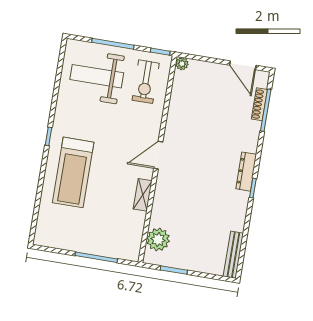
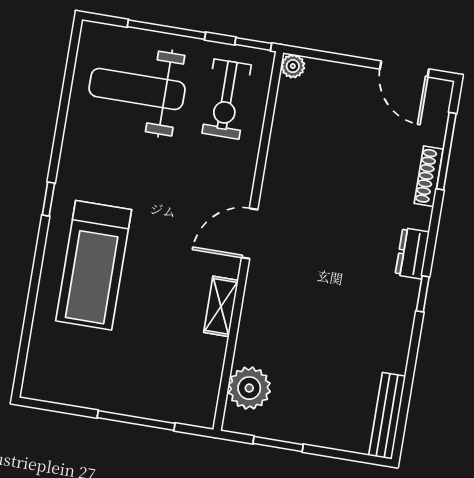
shoe rack: (259, 104) -> (429, 176), moved
dresser: (246, 172) -> (412, 253), width x0.70

